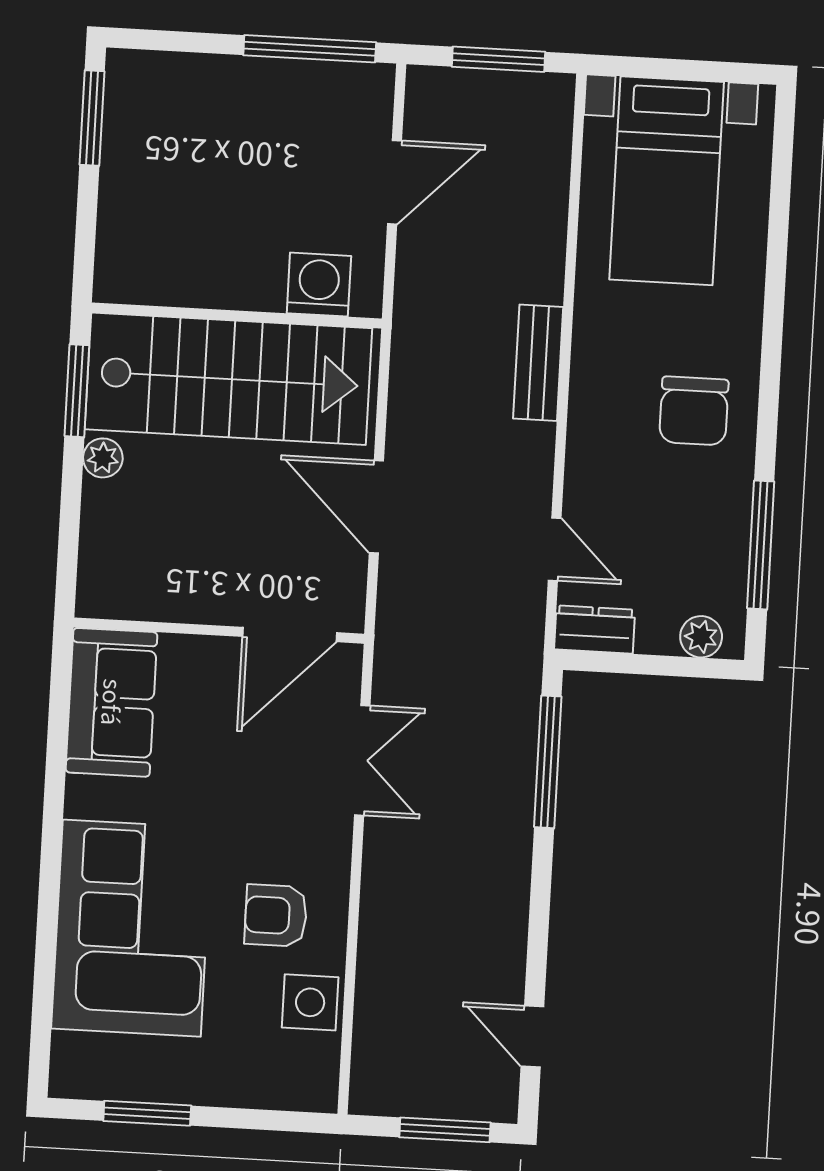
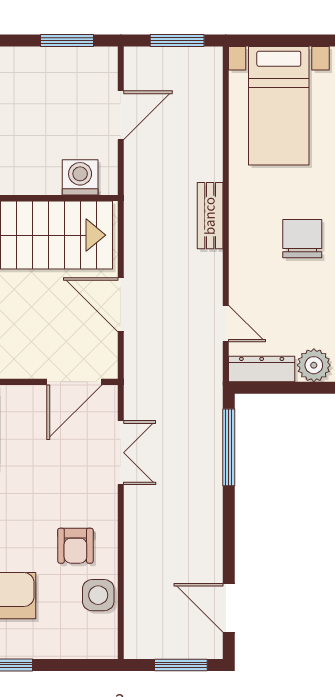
window: (310, 49) -> (67, 40), width x0.69
chair: (694, 411) -> (302, 239), turned 180
dresser: (595, 629) -> (262, 369), width x1.44
plant: (701, 637) -> (314, 365), width x1.38, depth x1.38
armchair: (276, 915) -> (75, 546), turned -90
door: (532, 1037) -> (229, 608), width x1.38

